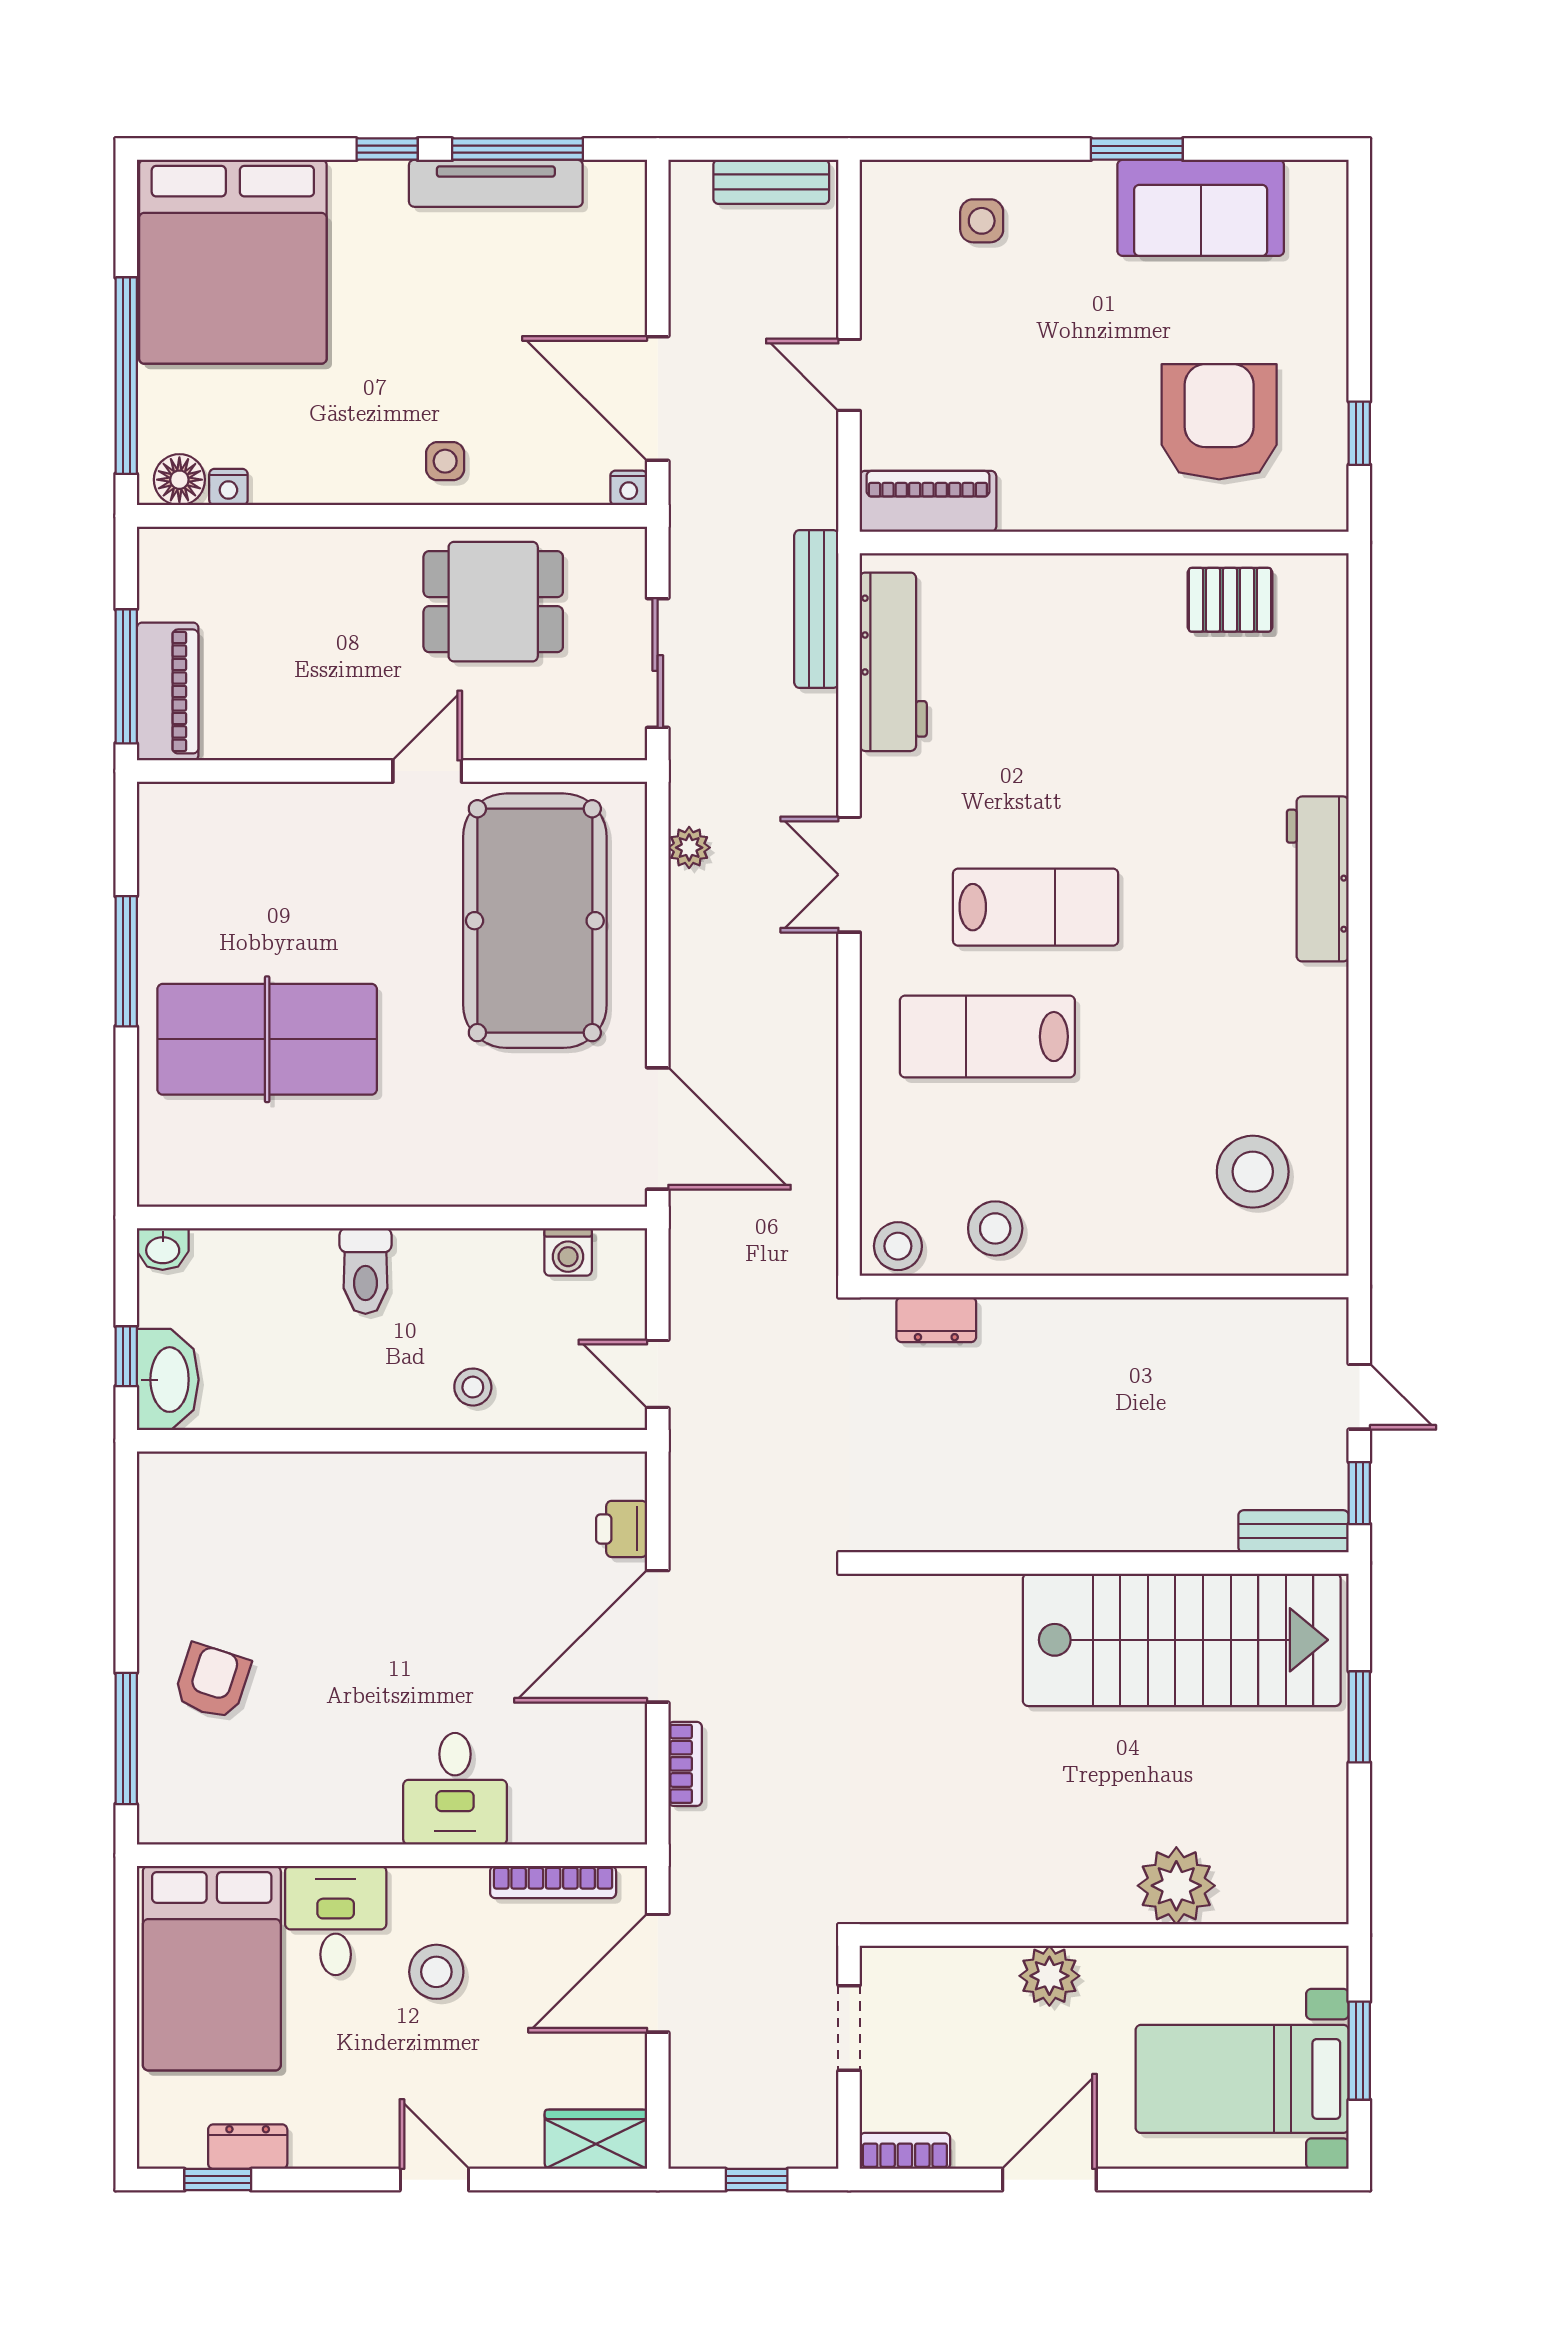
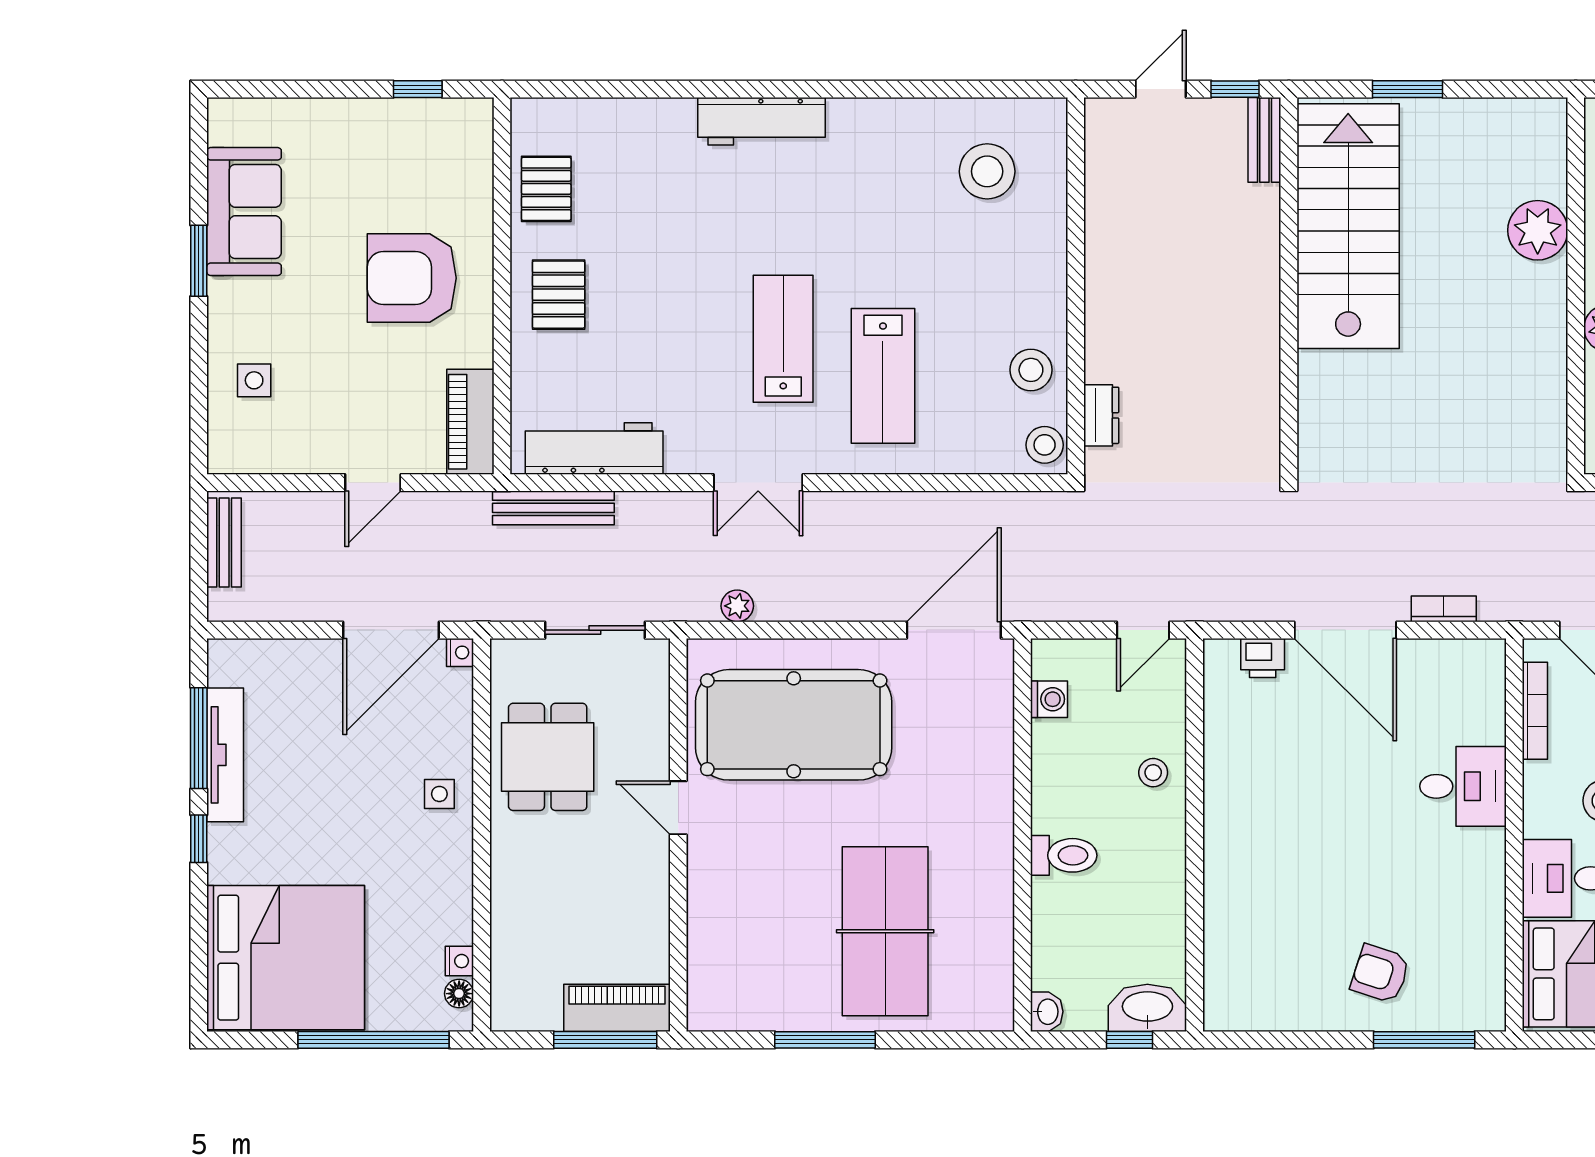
armchair: (1219, 422) -> (412, 278), moved
floor lamp: (179, 480) -> (459, 994), width x0.73, depth x0.73
pallet: (1093, 616) -> (559, 295), added

